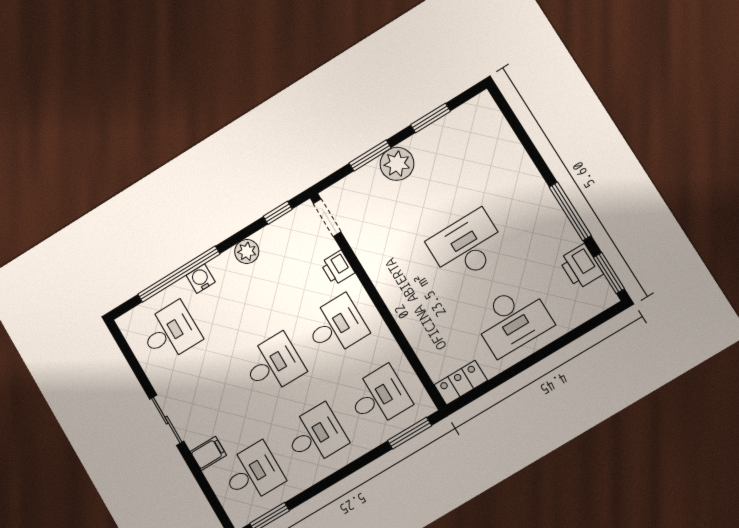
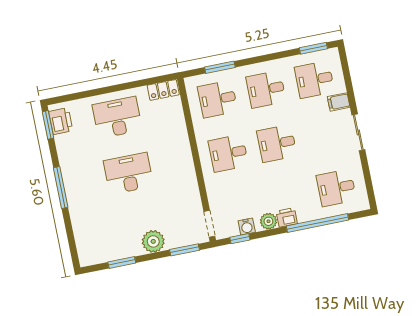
window: (370, 156) -> (184, 250), moved
window: (570, 211) -> (61, 187), moved
desk: (467, 246) -> (129, 173), turned 180
printer: (581, 267) -> (61, 121), moved
printer: (338, 268) -> (287, 217), moved, turned -90
water cooler: (201, 279) -> (247, 227), moved
window: (410, 433) -> (220, 67), moved

